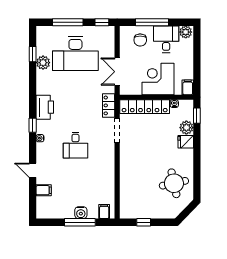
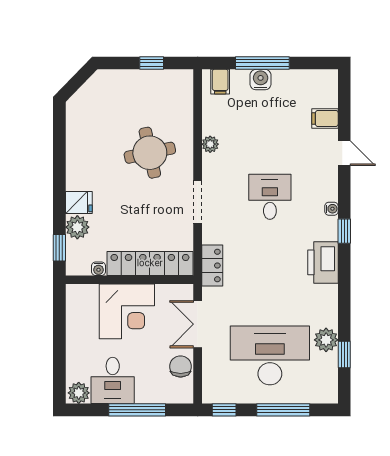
chair: (140, 40) -> (181, 366), moved
double door: (117, 72) -> (198, 324), swing flipped
filing cabinet: (188, 87) -> (75, 297), removed
doorway: (117, 131) -> (198, 202), moved
plant: (110, 175) -> (210, 144), added
round table: (174, 183) -> (150, 153), moved

